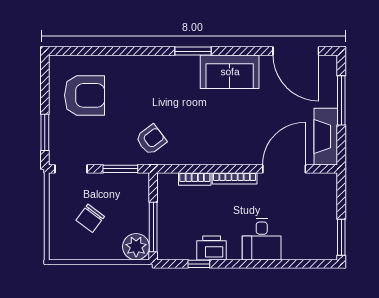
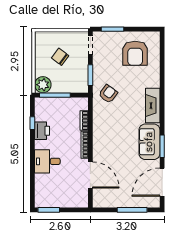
window: (193, 51) -> (162, 146), moved
fireplace: (326, 137) -> (153, 106), moved, turned -90
armchair: (151, 140) -> (108, 94), turned -106

